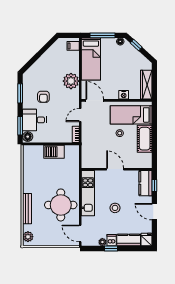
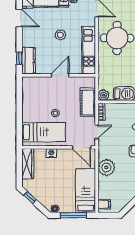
window: (136, 45) -> (30, 198), moved
cot: (145, 139) -> (88, 102), moved
plant: (74, 150) -> (104, 95), added
door: (115, 169) -> (60, 75), swing flipped
door: (154, 212) -> (19, 18), moved

